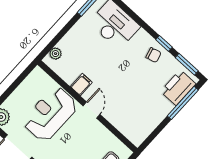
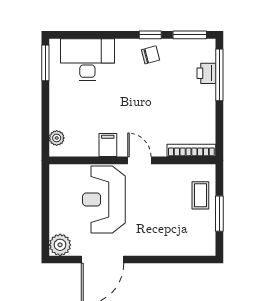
printer: (178, 88) -> (206, 73), width x0.53, depth x0.68
bookcase: (127, 132) -> (191, 150), added

